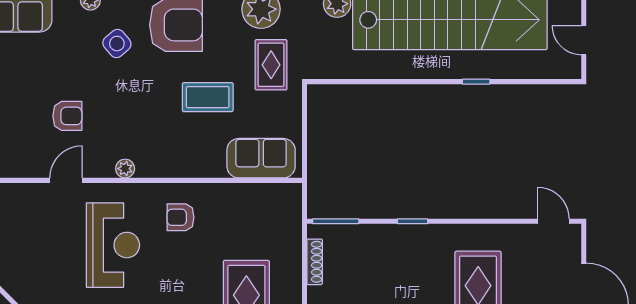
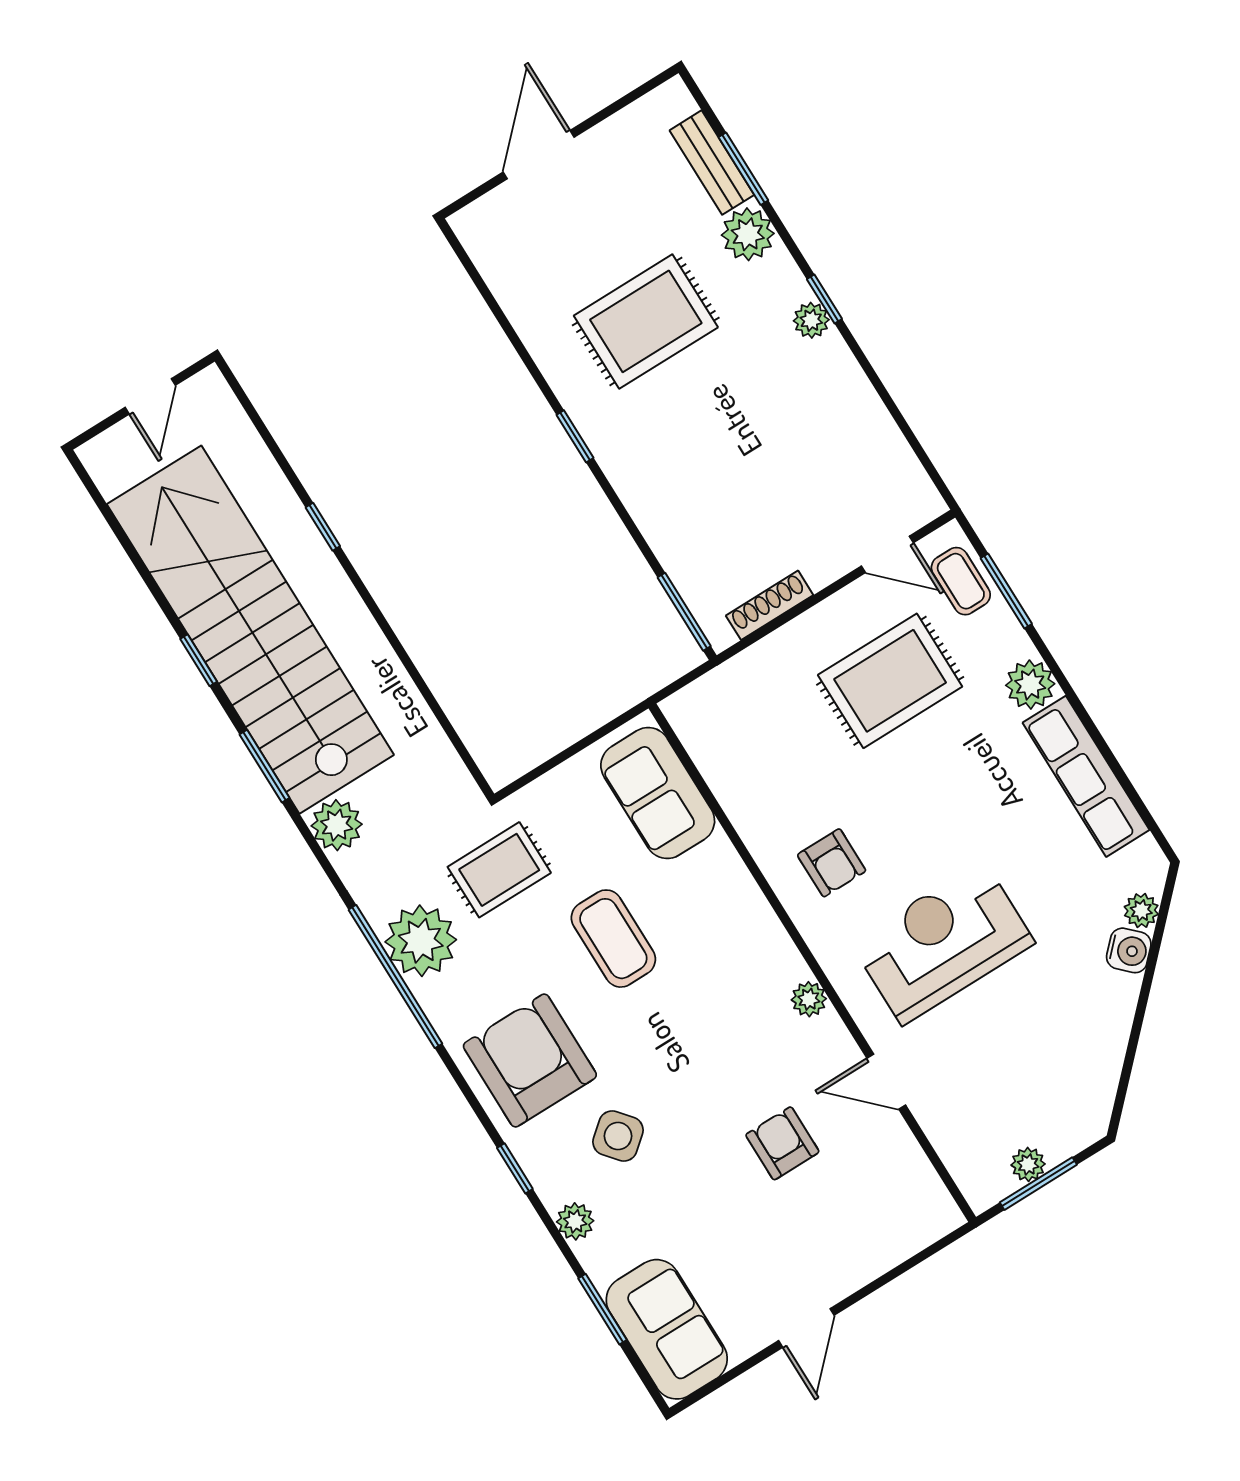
window: (412, 221) -> (575, 436), moved
door: (553, 221) -> (469, 265), removed

